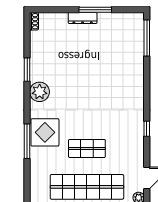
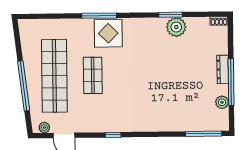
window: (95, 10) -> (231, 82), width x1.46
plant: (115, 19) -> (222, 102), added
plant: (40, 92) -> (176, 27), moved

